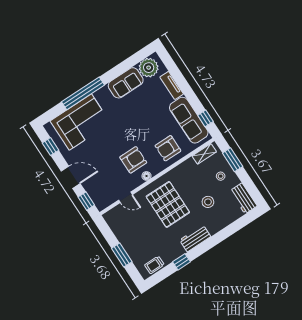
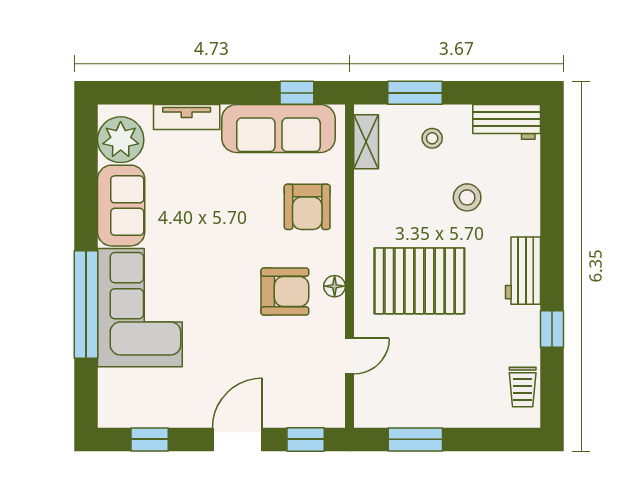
corner sofa: (80, 122) -> (140, 308), moved
armchair: (133, 160) -> (285, 292), turned 90
window: (122, 255) -> (415, 439), moved

